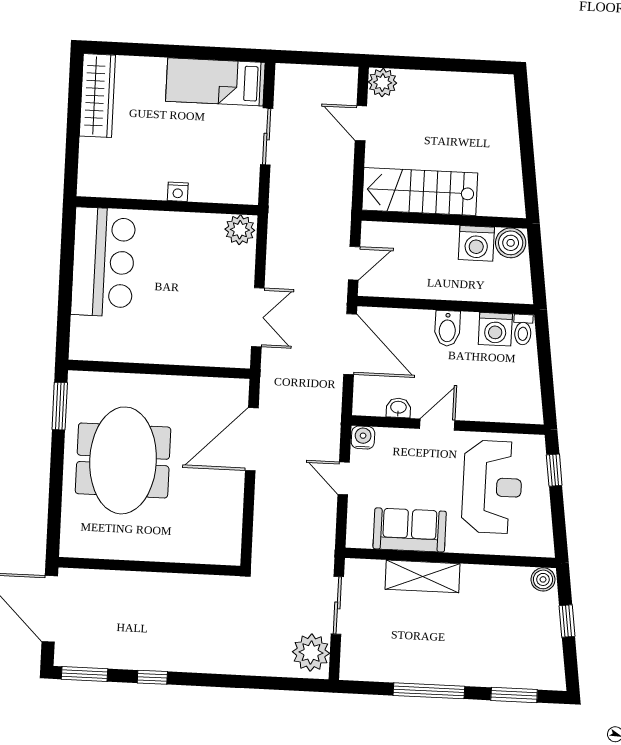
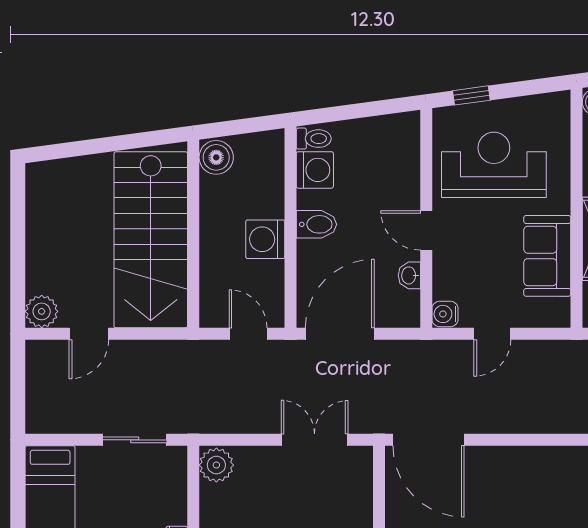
sliding door: (267, 137) -> (135, 440), moved
stairs: (420, 191) -> (151, 240), width x1.36, depth x1.51
washing machine: (476, 243) -> (265, 239), moved, turned 180
door: (252, 439) -> (428, 440), moved

